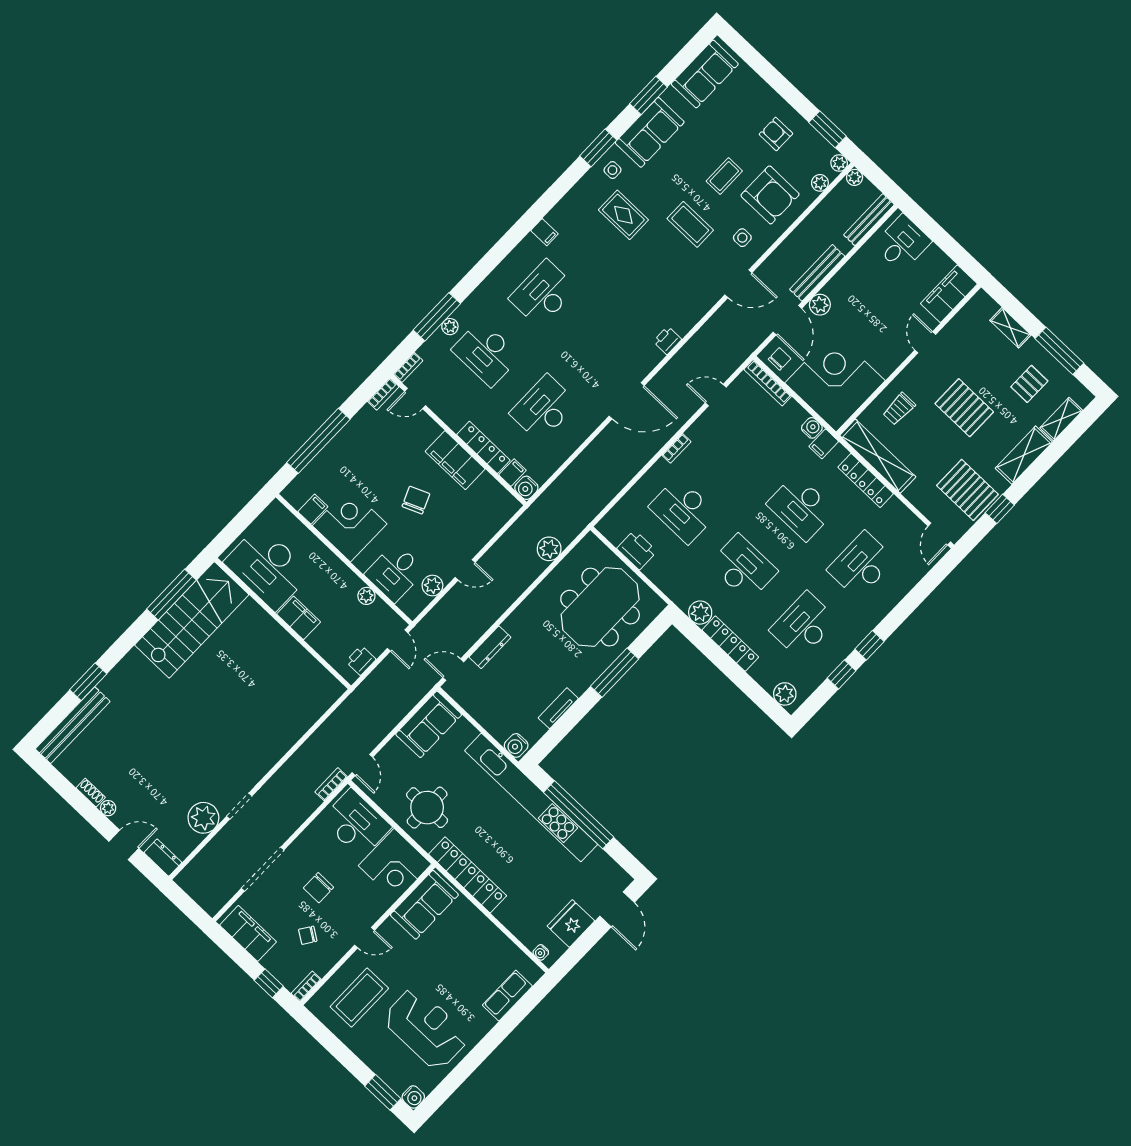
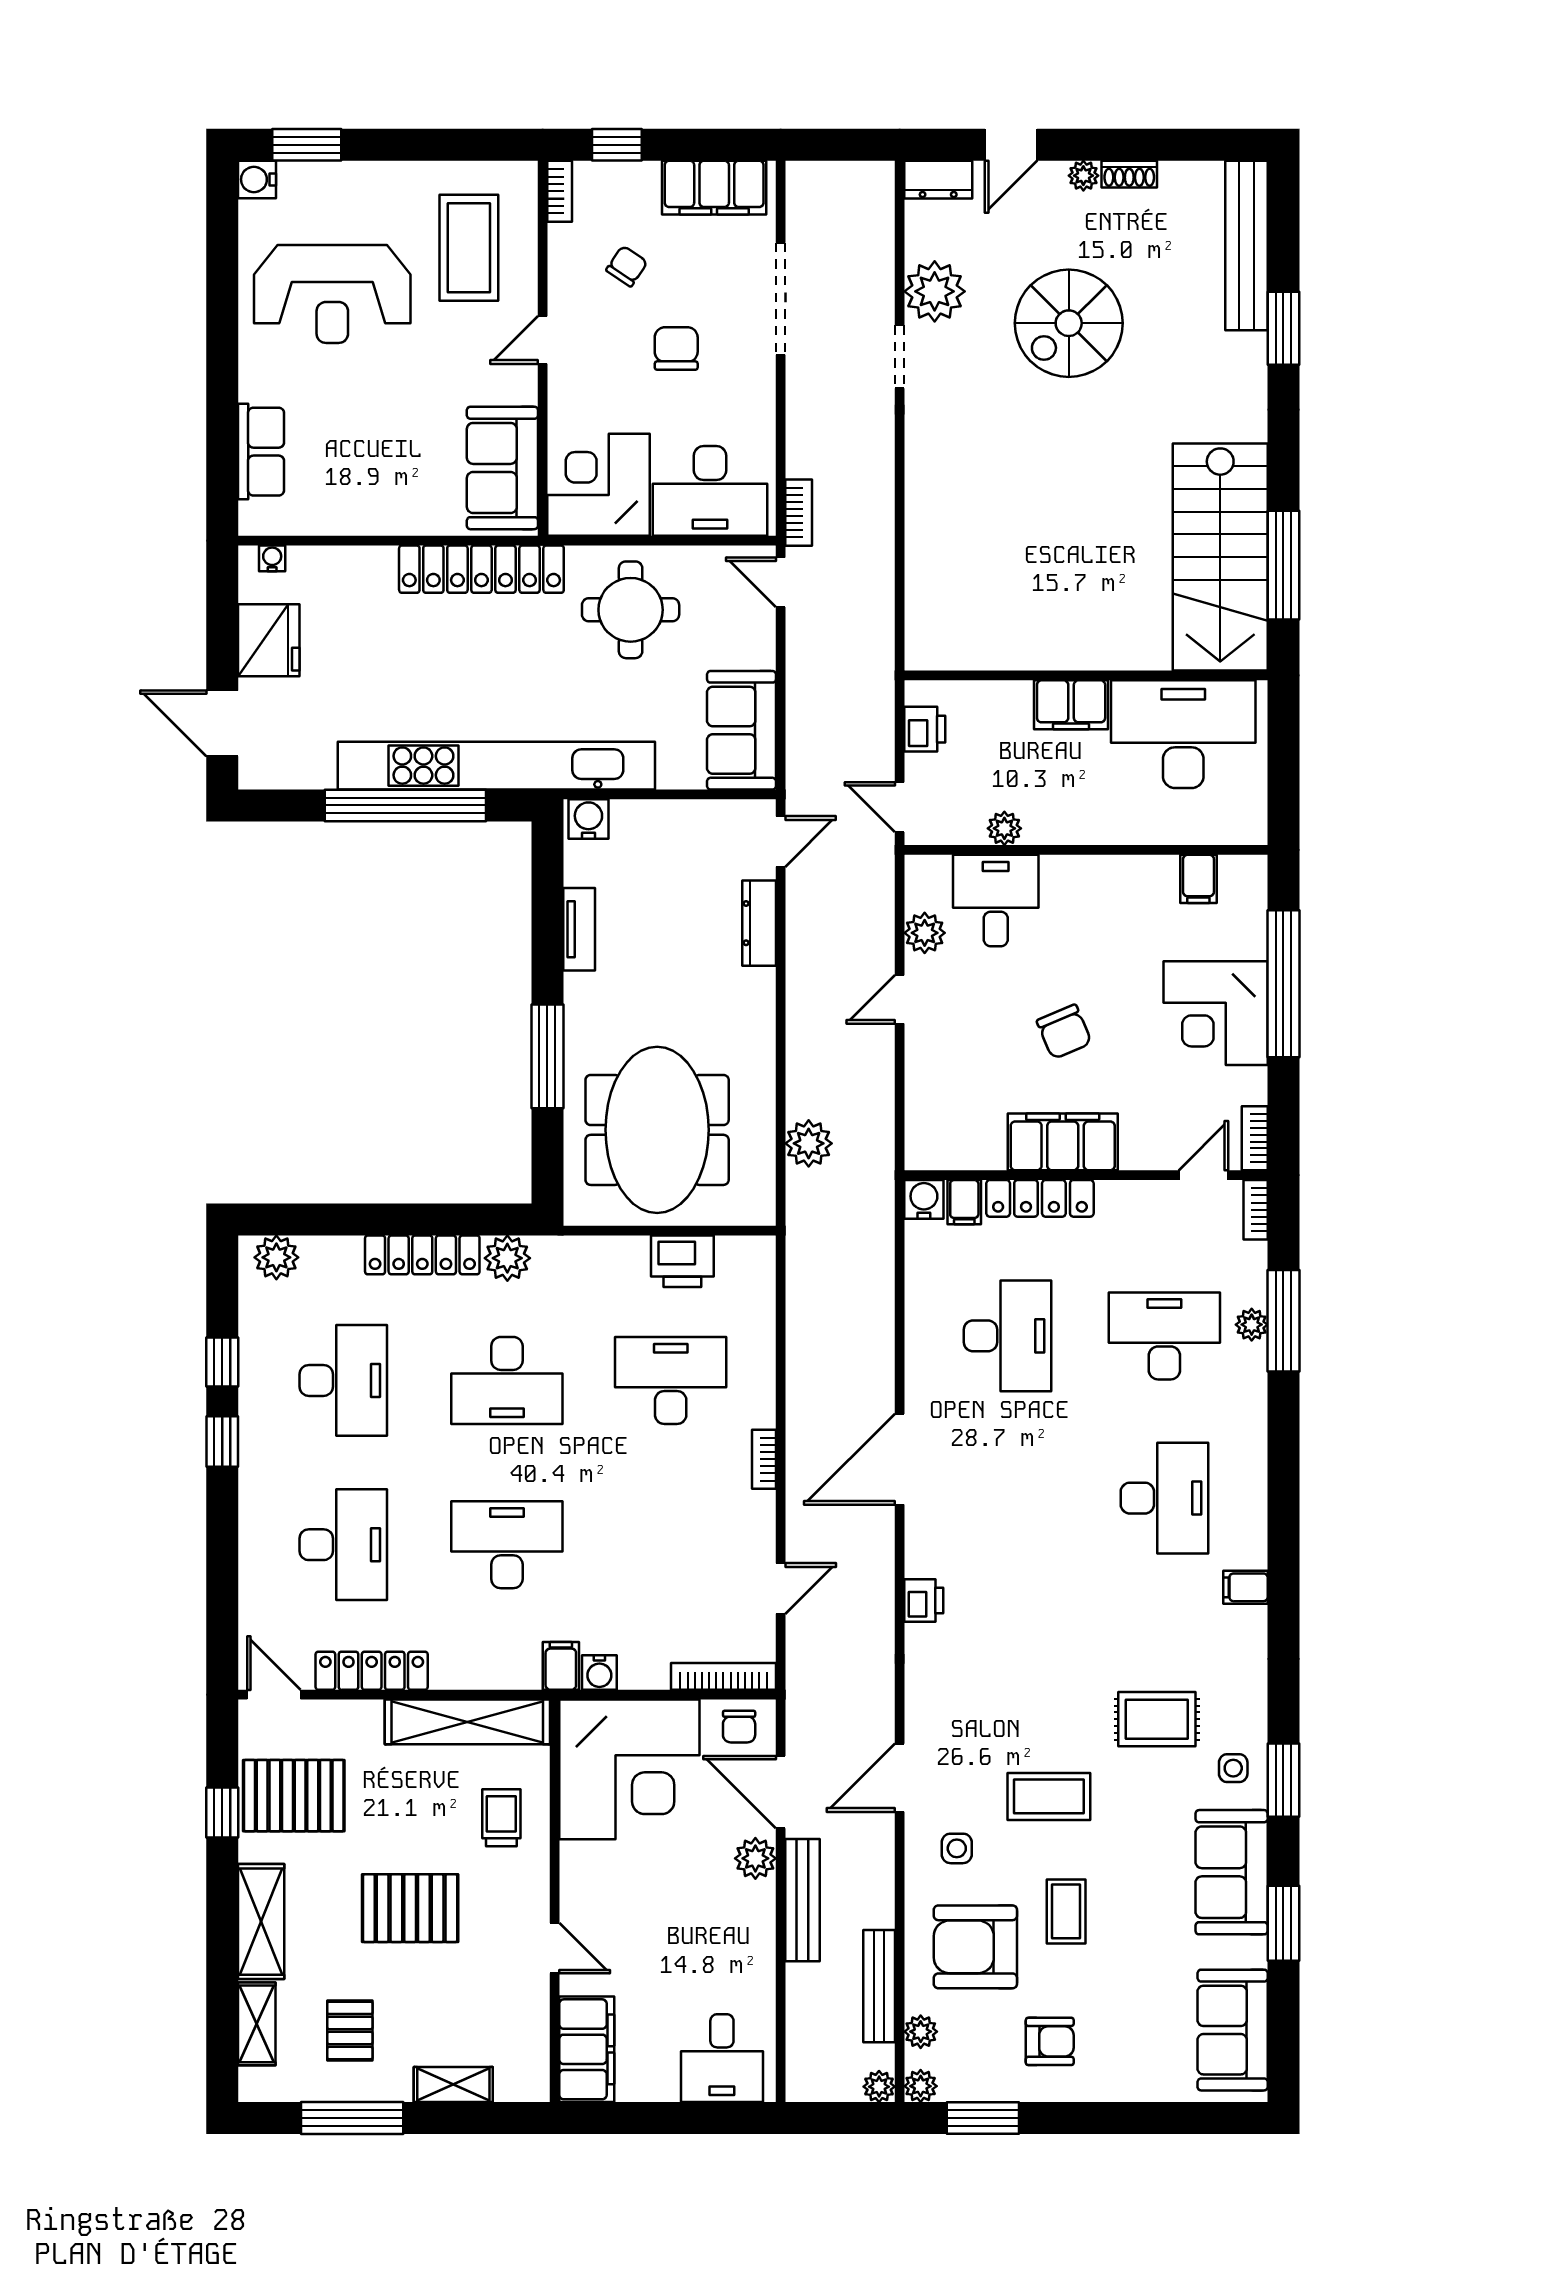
bench: (869, 220) -> (879, 1986), moved
locker: (866, 480) -> (372, 1671), moved
corner desk: (350, 525) -> (1216, 1013), moved, turned 90
spiral stairs: (165, 759) -> (1069, 323), added

